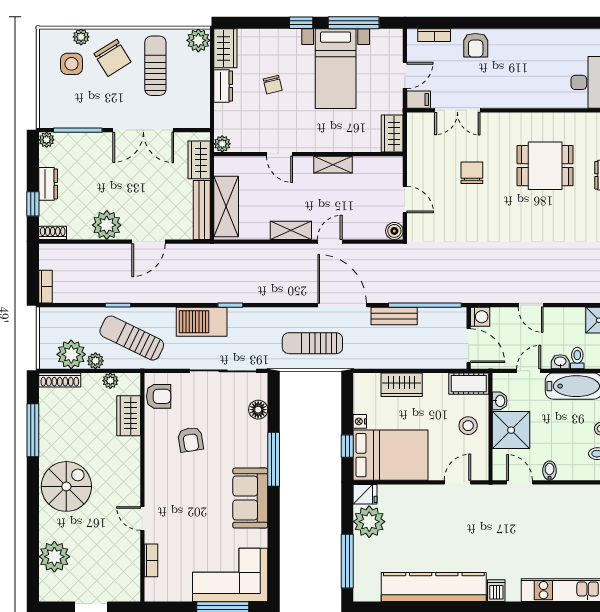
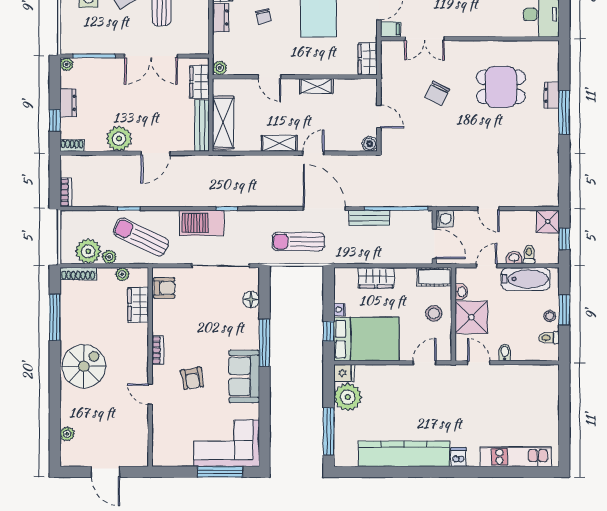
chair: (472, 173) -> (437, 93), turned -153
armchair: (191, 439) -> (192, 378), moved
plant: (54, 557) -> (67, 434), width x0.53, depth x0.53
bookcase: (151, 560) -> (158, 350), moved

